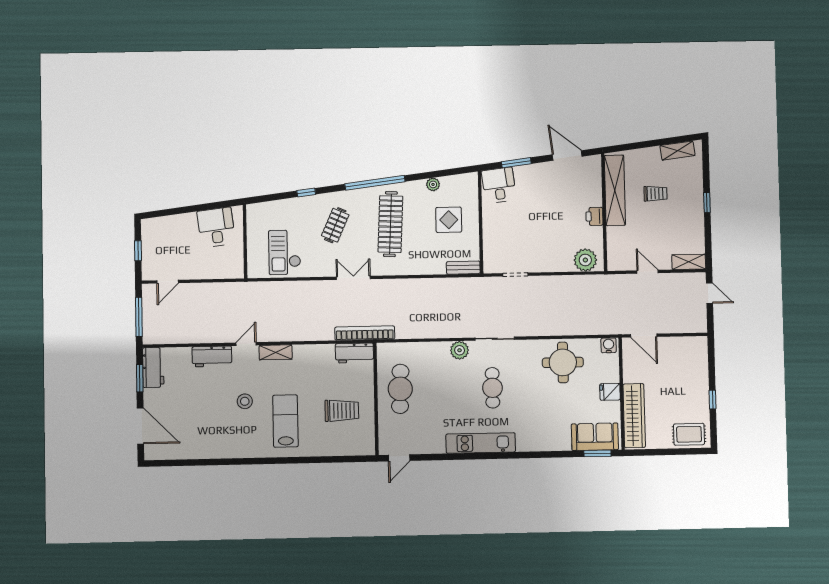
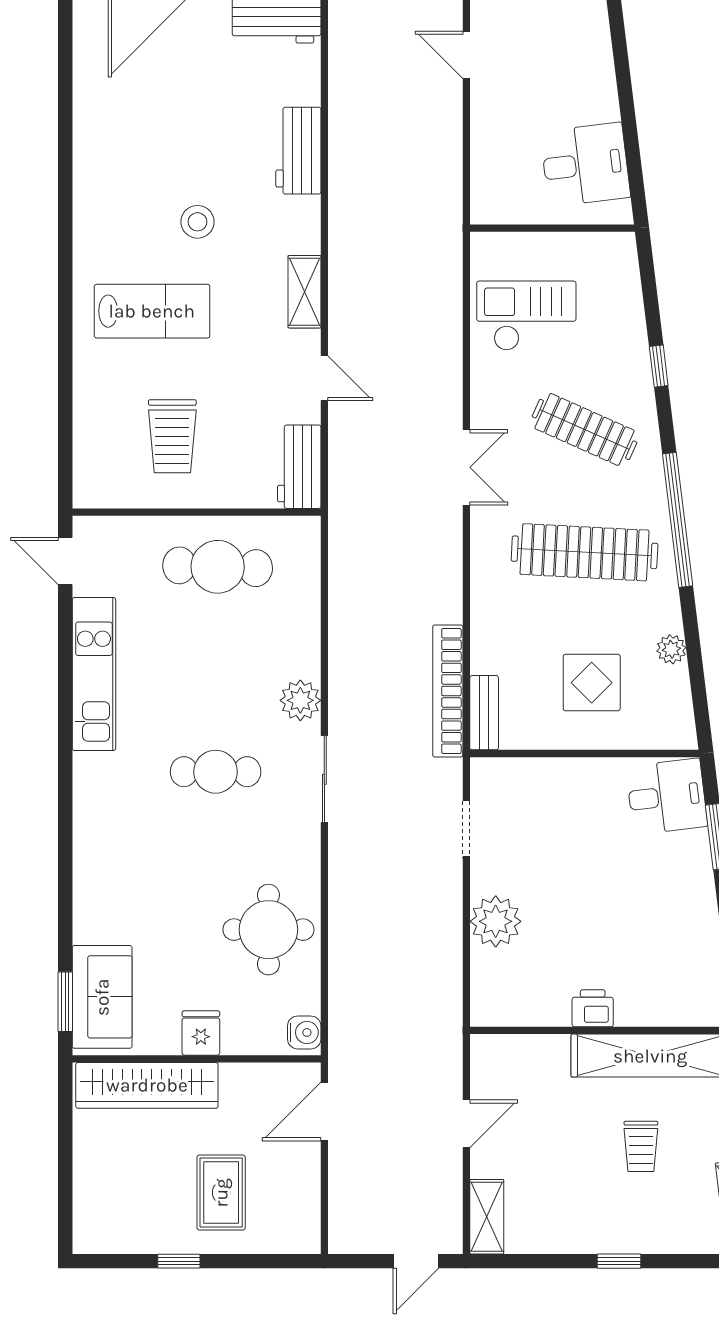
clothes rail: (335, 225) -> (585, 429), width x1.36
plant: (585, 260) -> (496, 921), moved
bookcase: (365, 333) -> (448, 691), moved, turned 180
door: (246, 344) -> (324, 378), moved
rug: (689, 434) -> (221, 1193), moved
kitchen unit: (481, 443) -> (94, 674), moved

